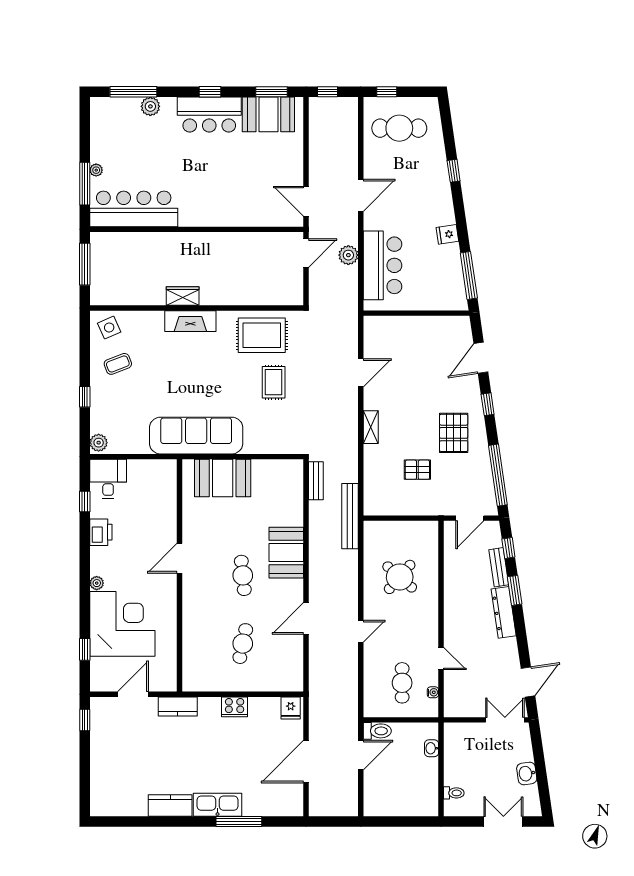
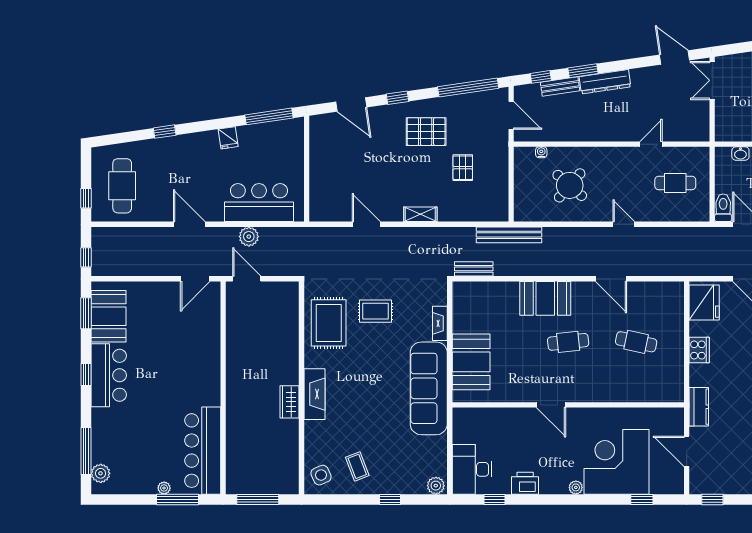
plant: (150, 106) -> (101, 473), moved
fireplace: (261, 447) -> (440, 323), added
desk: (108, 479) -> (472, 469), width x1.37
water cooler: (433, 692) -> (541, 152), moved
fridge: (291, 708) -> (704, 302), width x1.88, depth x1.34

